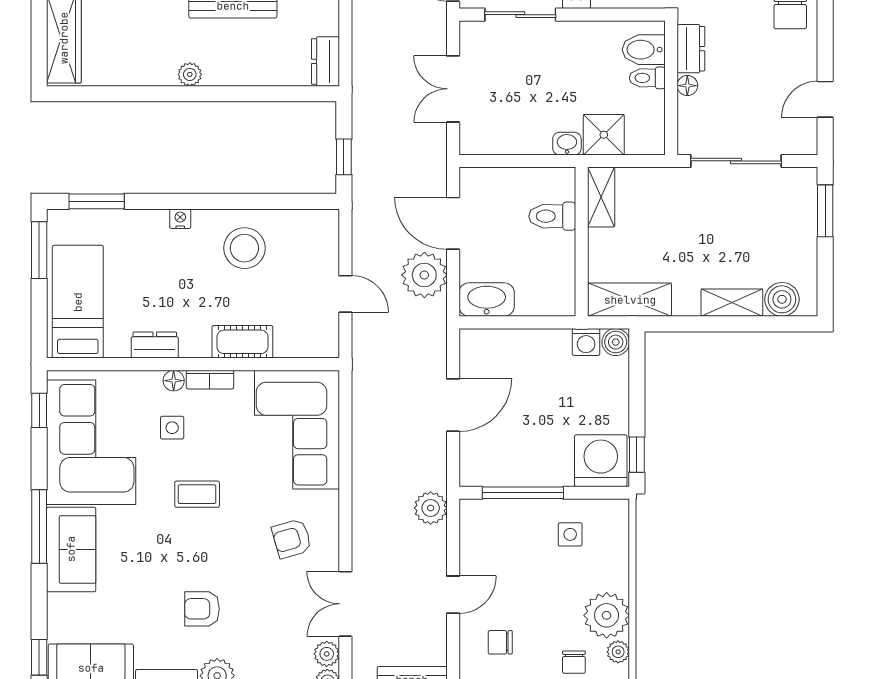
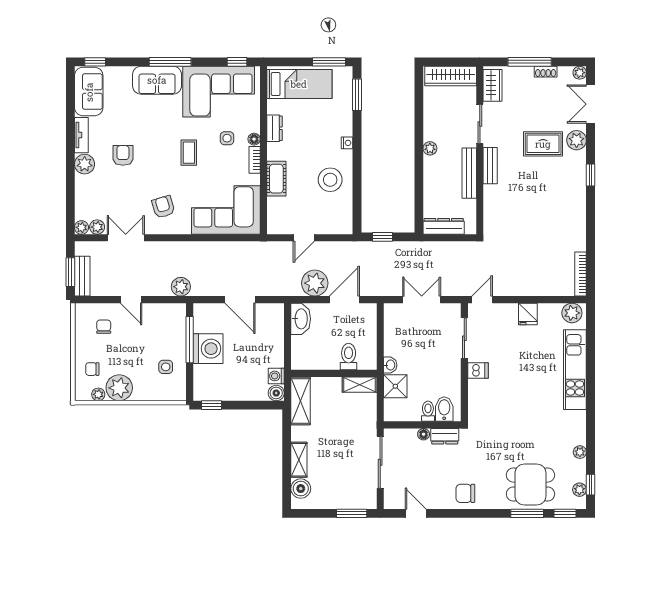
dresser: (325, 61) -> (444, 226), width x1.44
washing machine: (601, 461) -> (208, 349), moved

